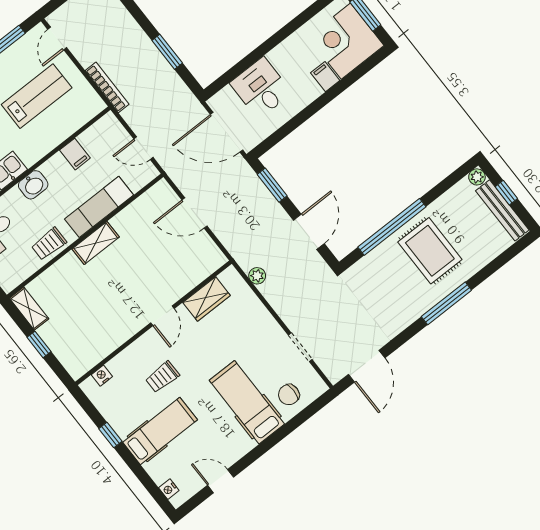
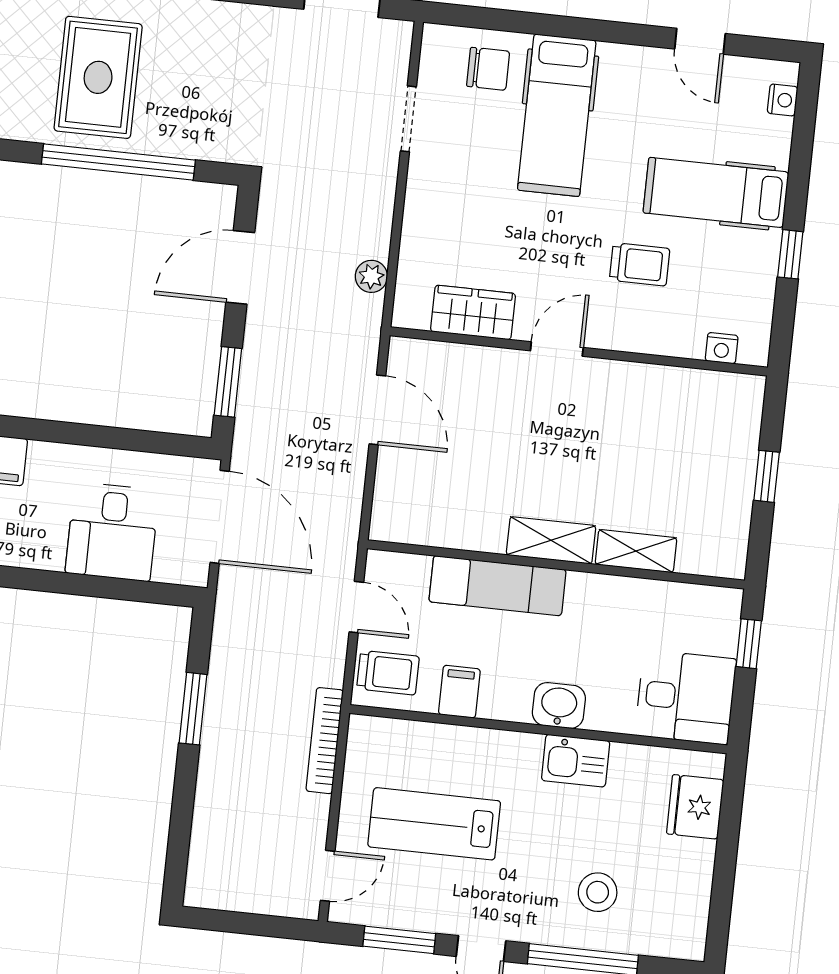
door: (194, 213) -> (377, 410), moved
trolley: (49, 244) -> (388, 673), moved
shelving: (29, 308) -> (636, 551), moved, turned 90

